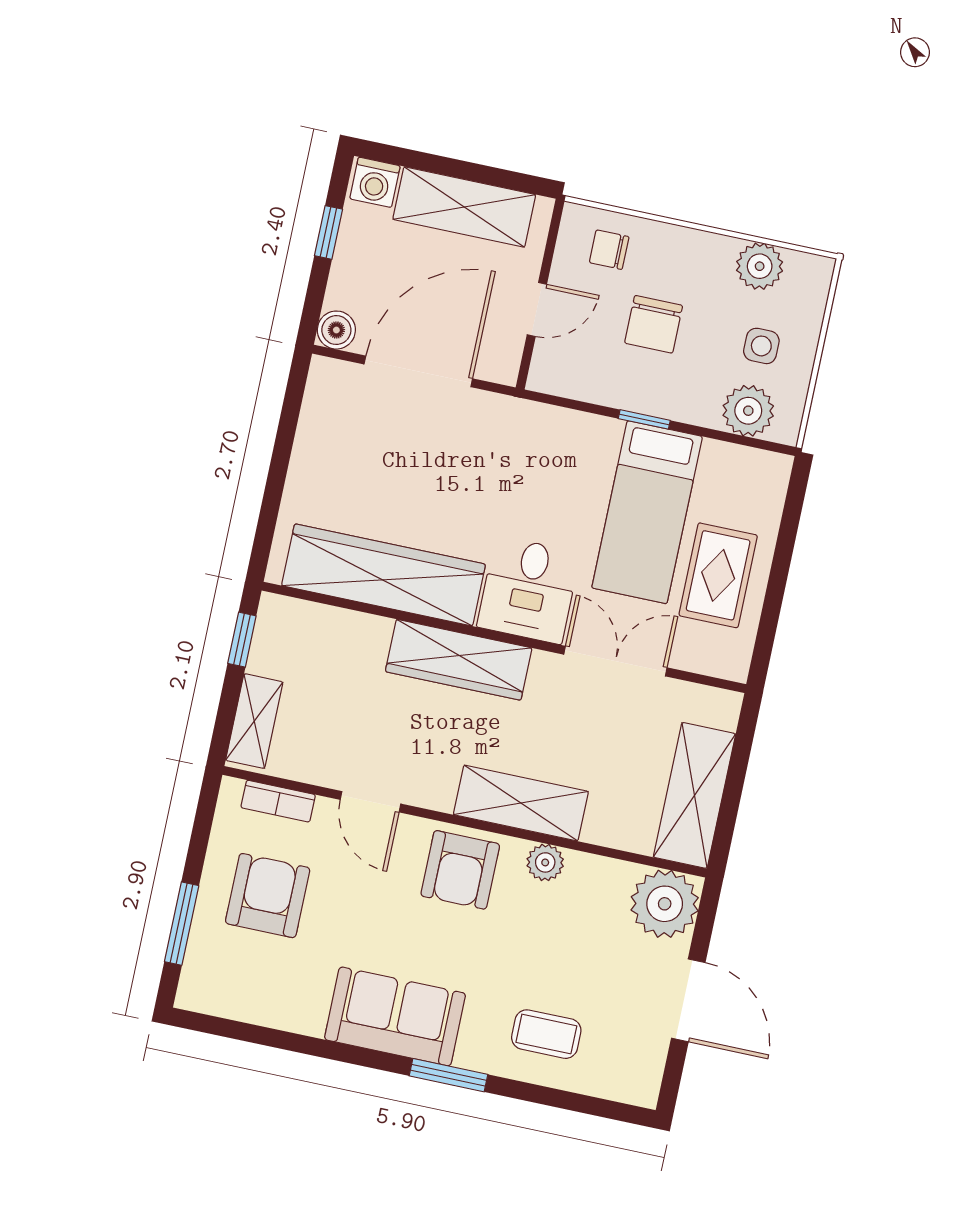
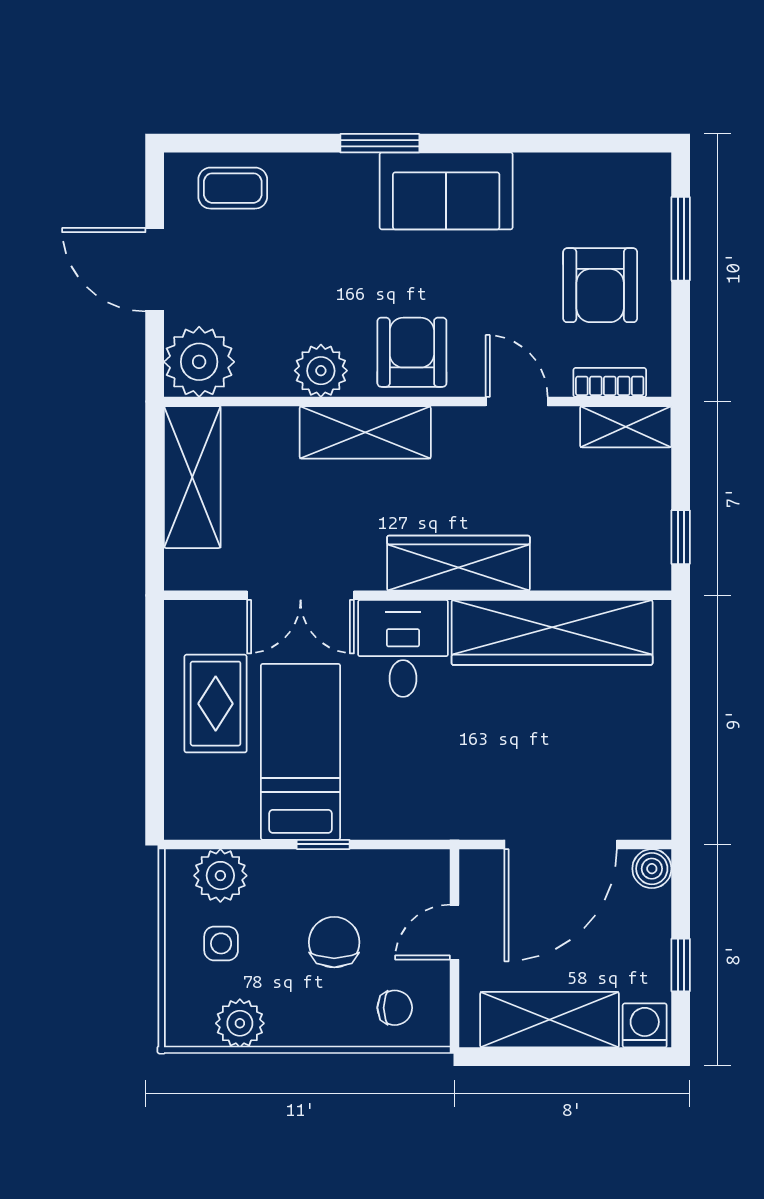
shelving: (254, 721) -> (626, 427), moved, turned 90
plant: (545, 862) -> (321, 371), width x1.38, depth x1.38
coffee table: (546, 1034) -> (233, 188), moved

